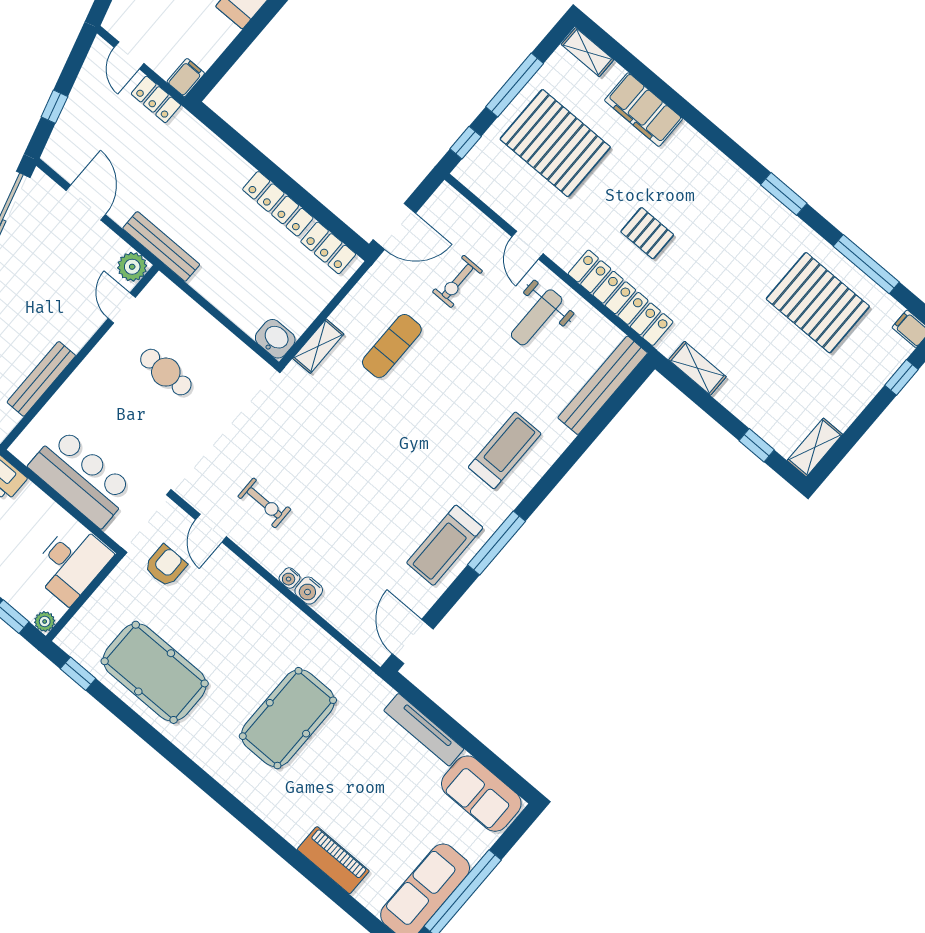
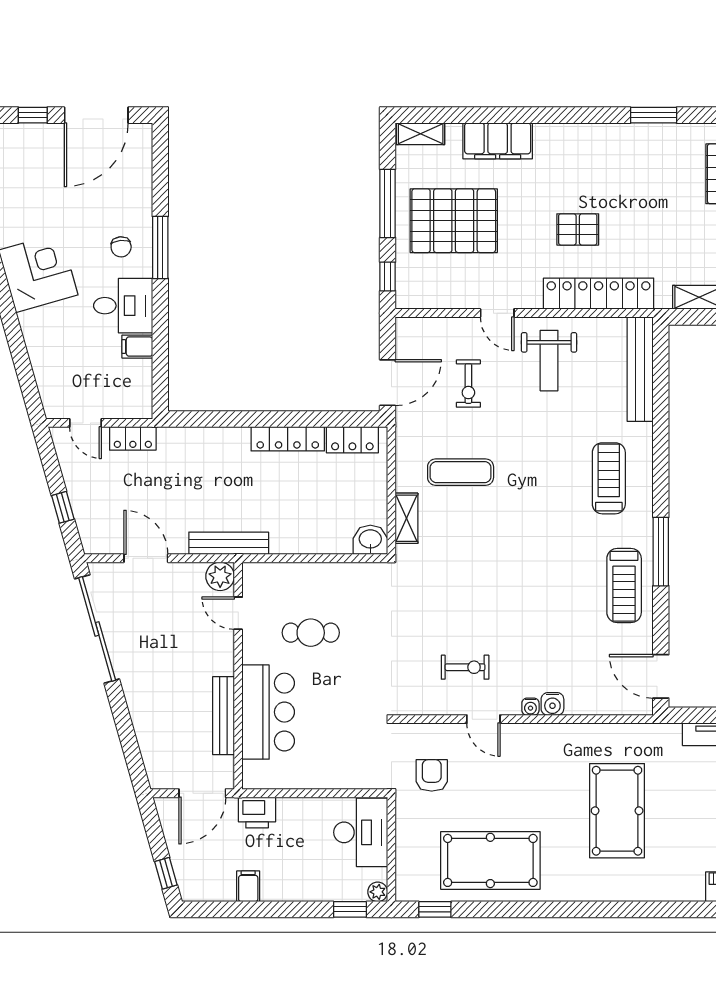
filing cabinet: (186, 78) -> (137, 347), moved, turned -90
exercise mat: (392, 346) -> (461, 472), turned 90
bar counter: (81, 478) -> (268, 712), moved, turned 90
door: (211, 528) -> (483, 719), moved

